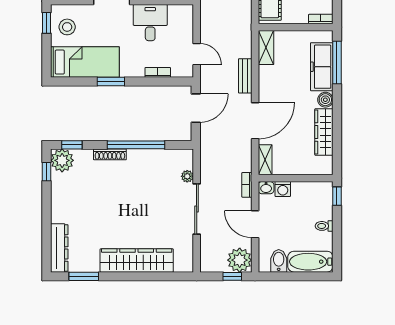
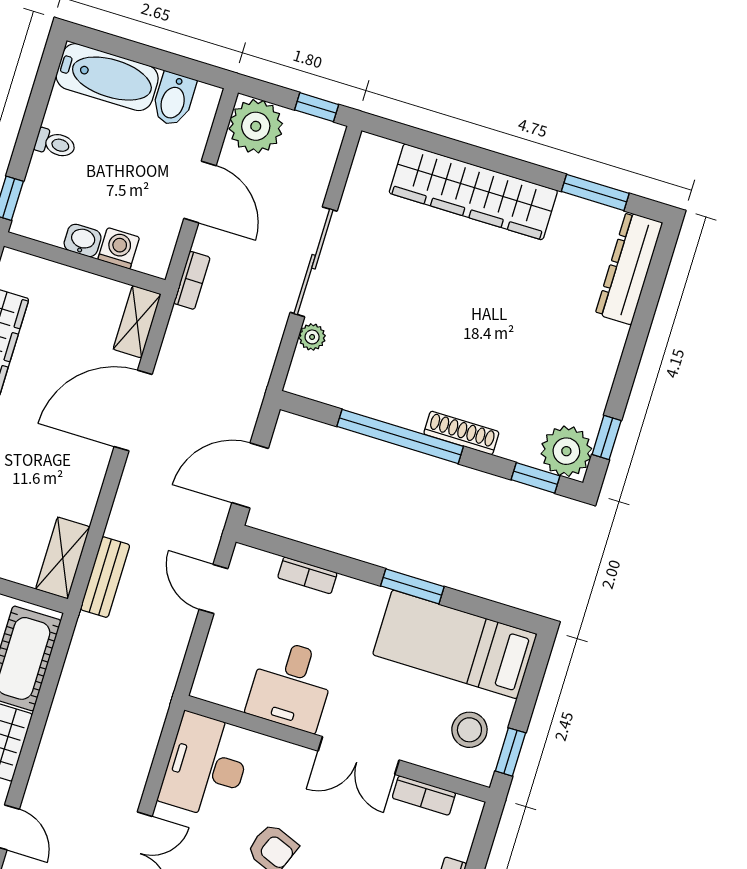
bench: (245, 76) -> (105, 577), moved
washbasin: (266, 188) -> (83, 240), moved
window: (232, 276) -> (317, 107), moved

